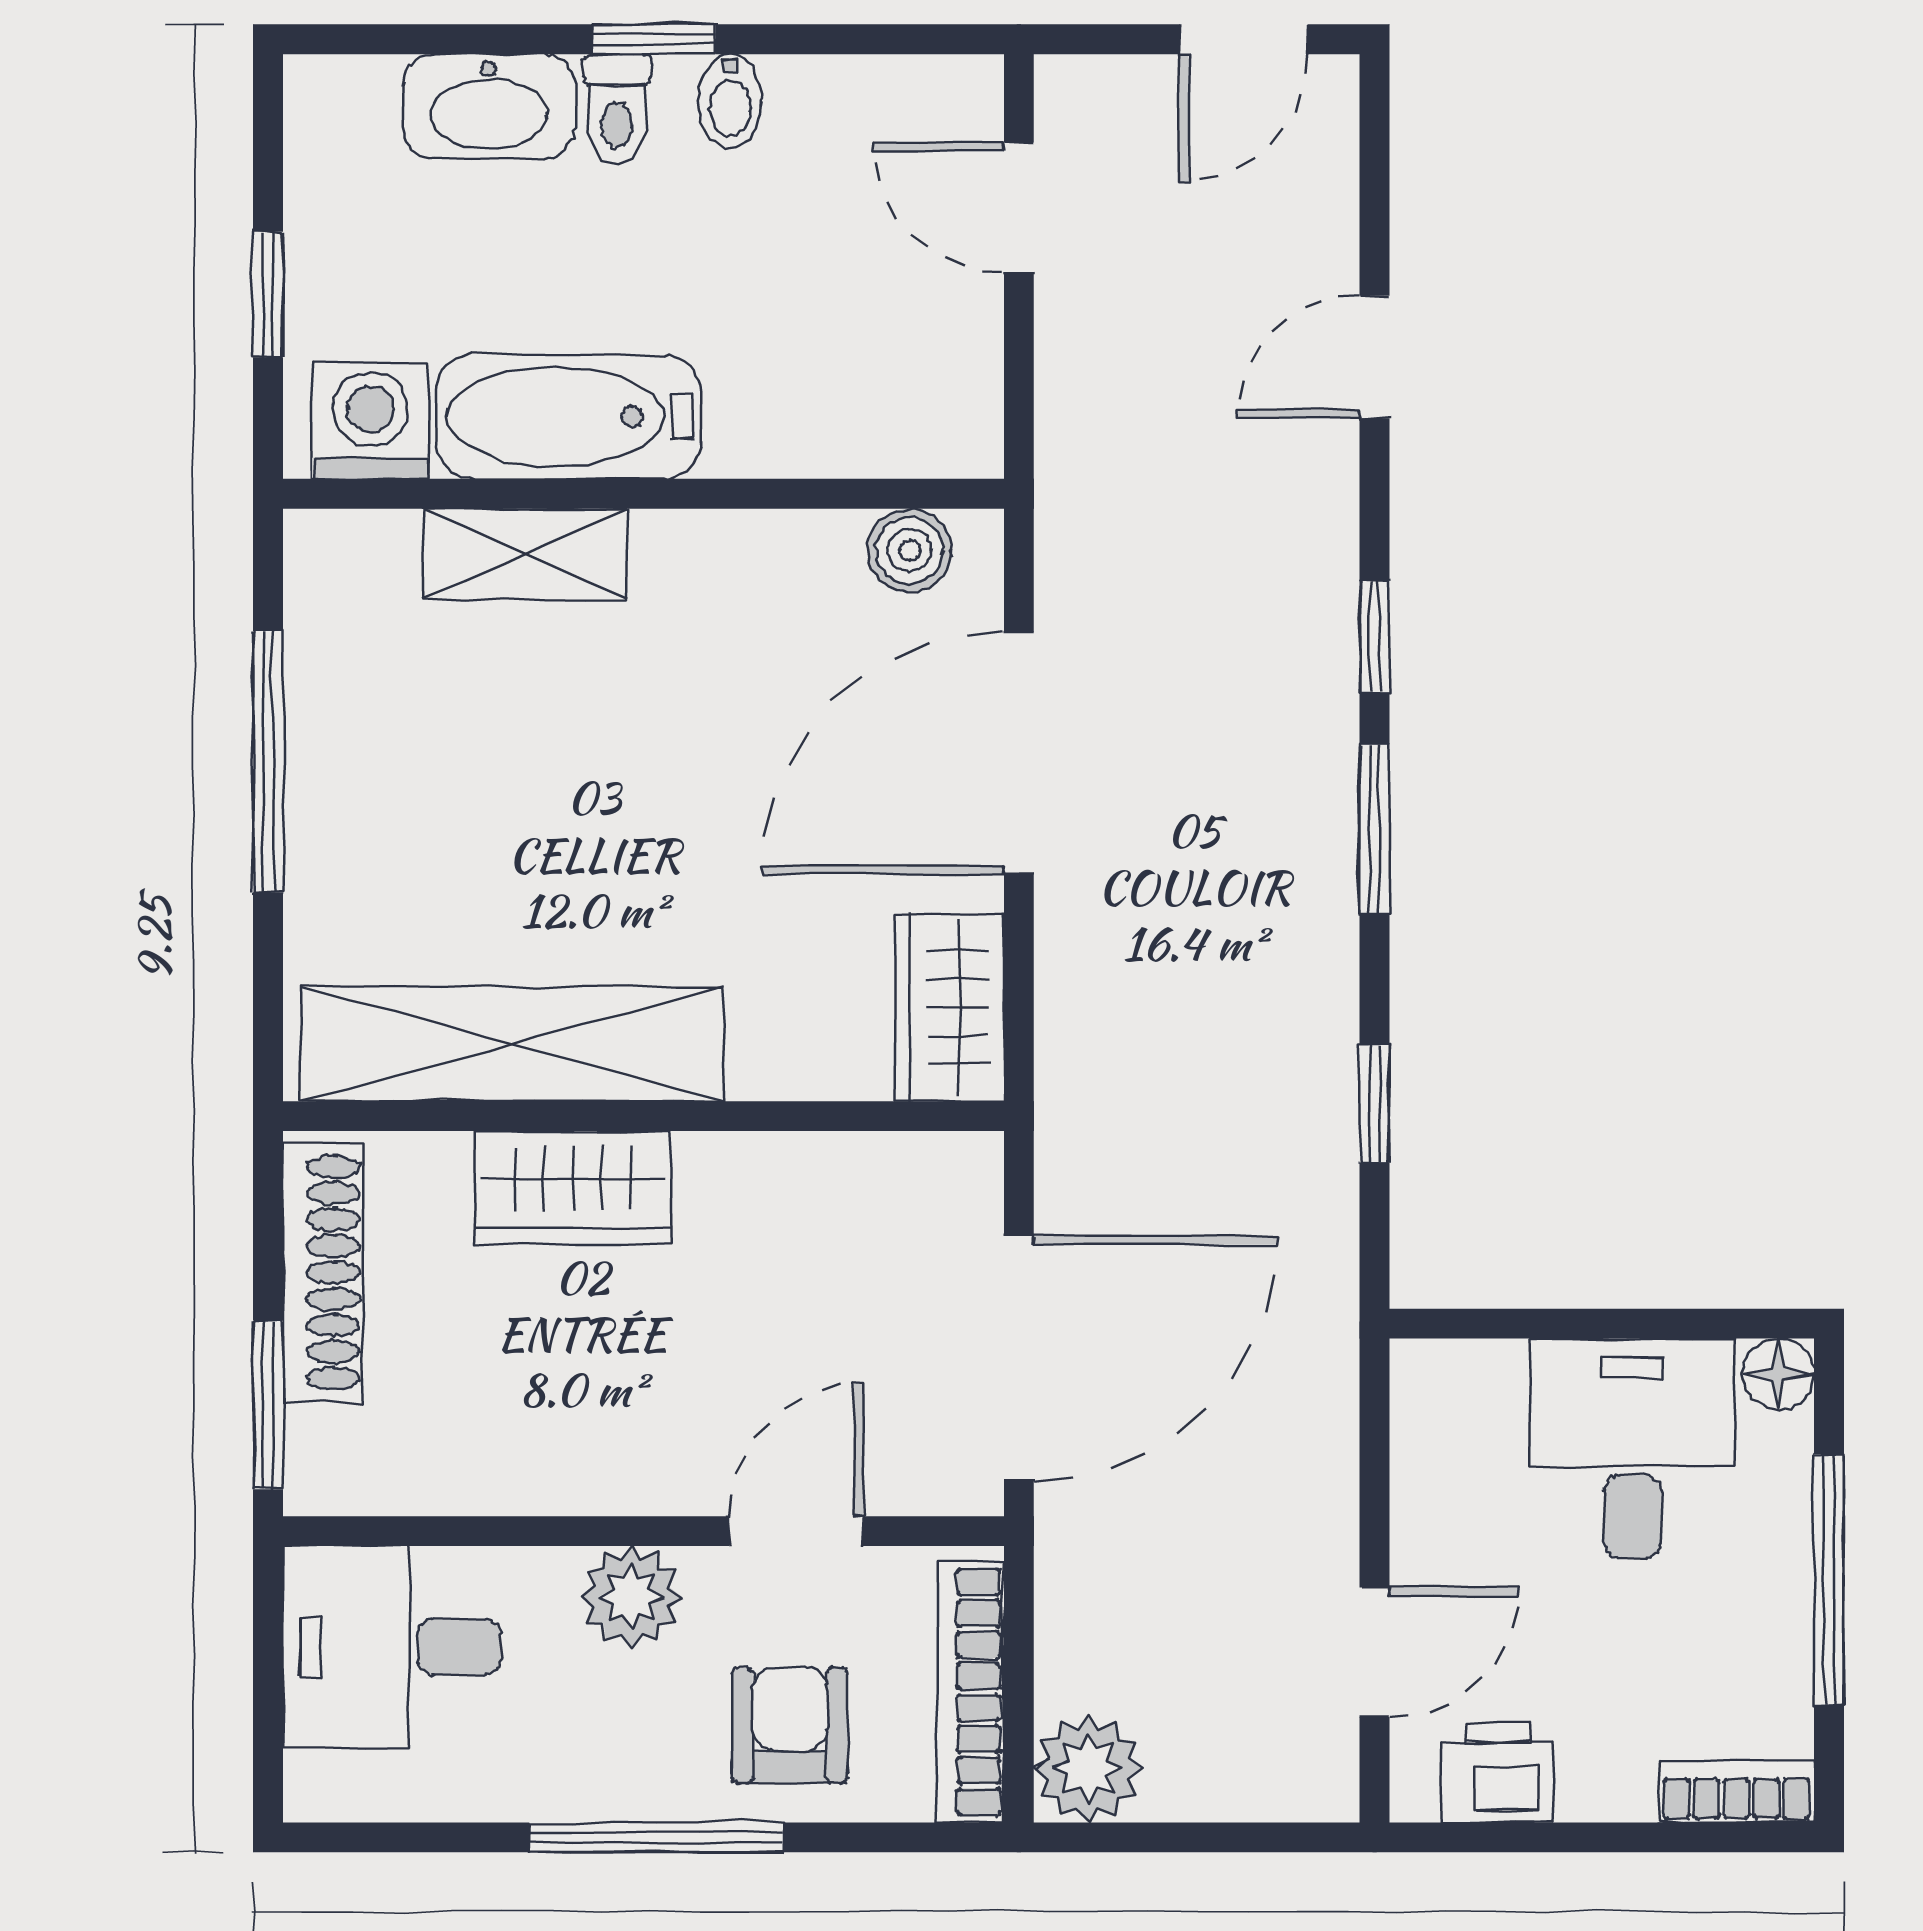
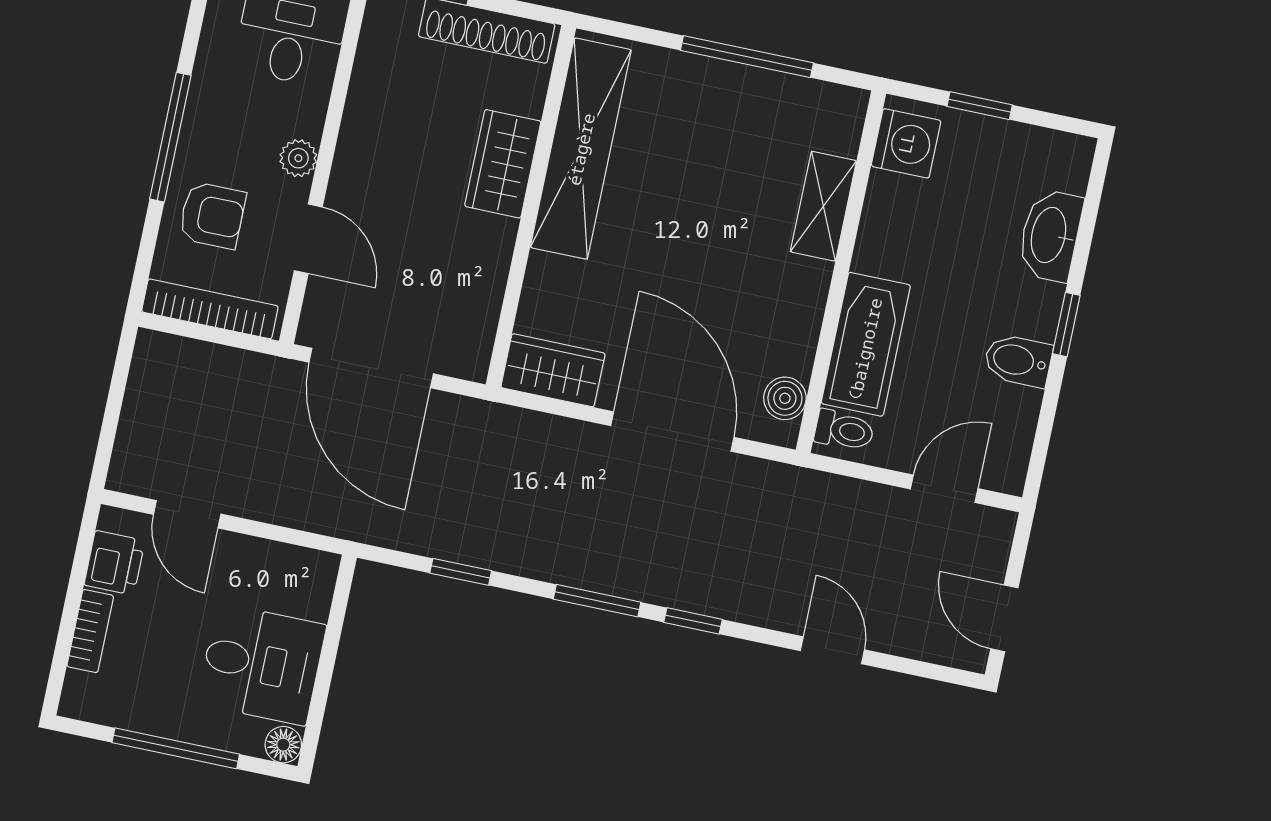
bidet: (730, 101) -> (1018, 360), width x1.38, depth x1.36
toilet: (617, 110) -> (844, 430), moved, turned 180
bathtub: (569, 417) -> (866, 344), moved
plant: (631, 1597) -> (298, 158), width x0.73, depth x0.73
plant: (1088, 1768) -> (159, 359), removed
bookcase: (1736, 1791) -> (90, 631), moved

